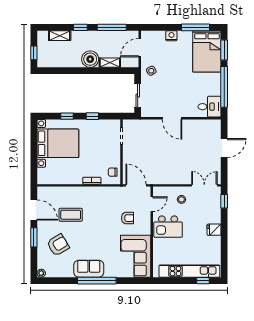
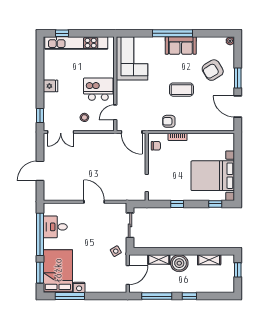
shelving: (60, 36) -> (209, 260), moved
nightstand: (171, 36) -> (79, 287), moved
desk: (210, 107) -> (55, 227), moved
window: (67, 116) -> (215, 204), moved
coffee table: (71, 215) -> (181, 90), moved
armchair: (128, 218) -> (169, 121), moved

